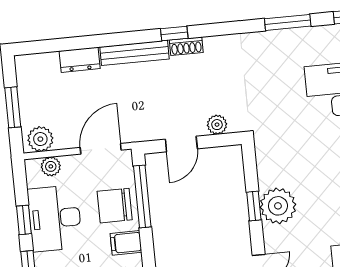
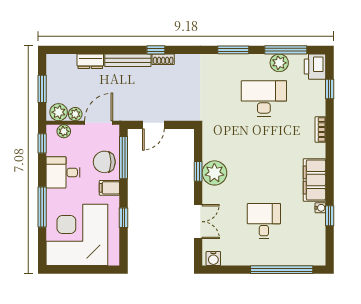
plant: (217, 125) -> (75, 114), moved
desk: (55, 218) -> (63, 172), width x0.73
window: (24, 220) -> (42, 143), moved

